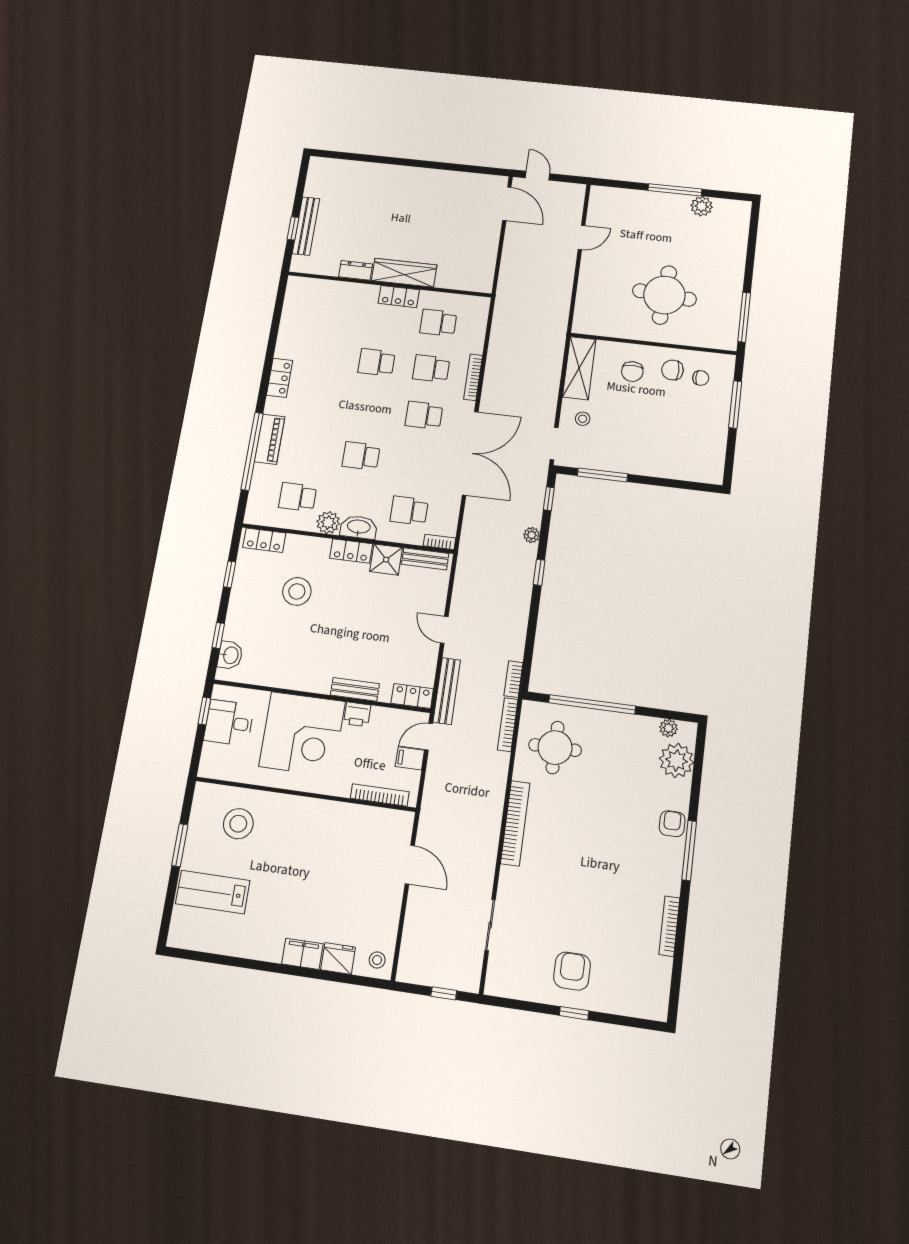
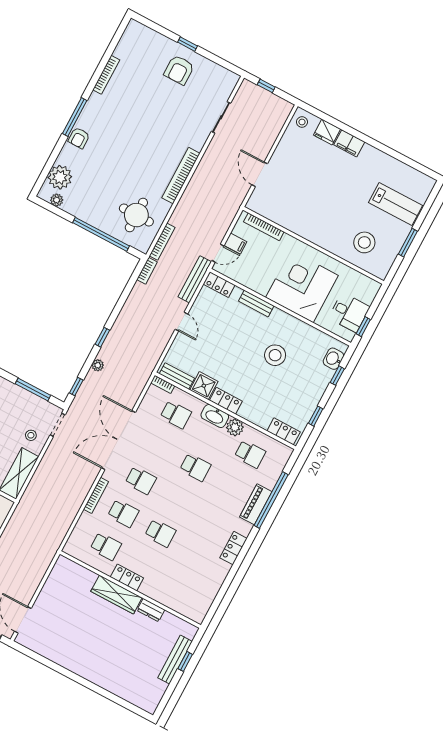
stool: (297, 591) -> (275, 355), moved
printer: (357, 714) -> (260, 286), removed

